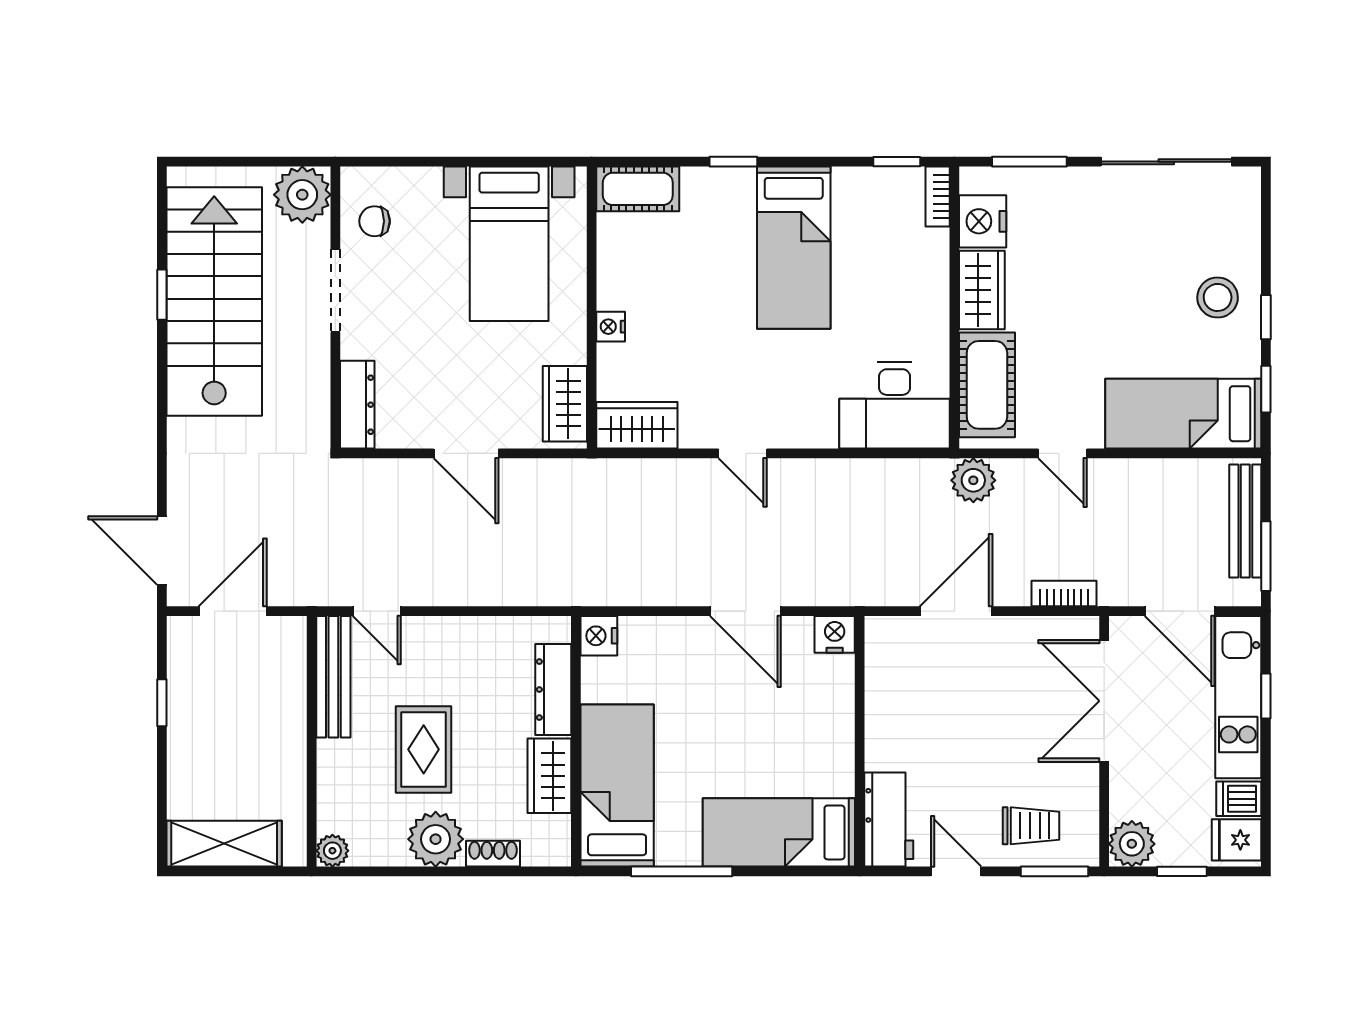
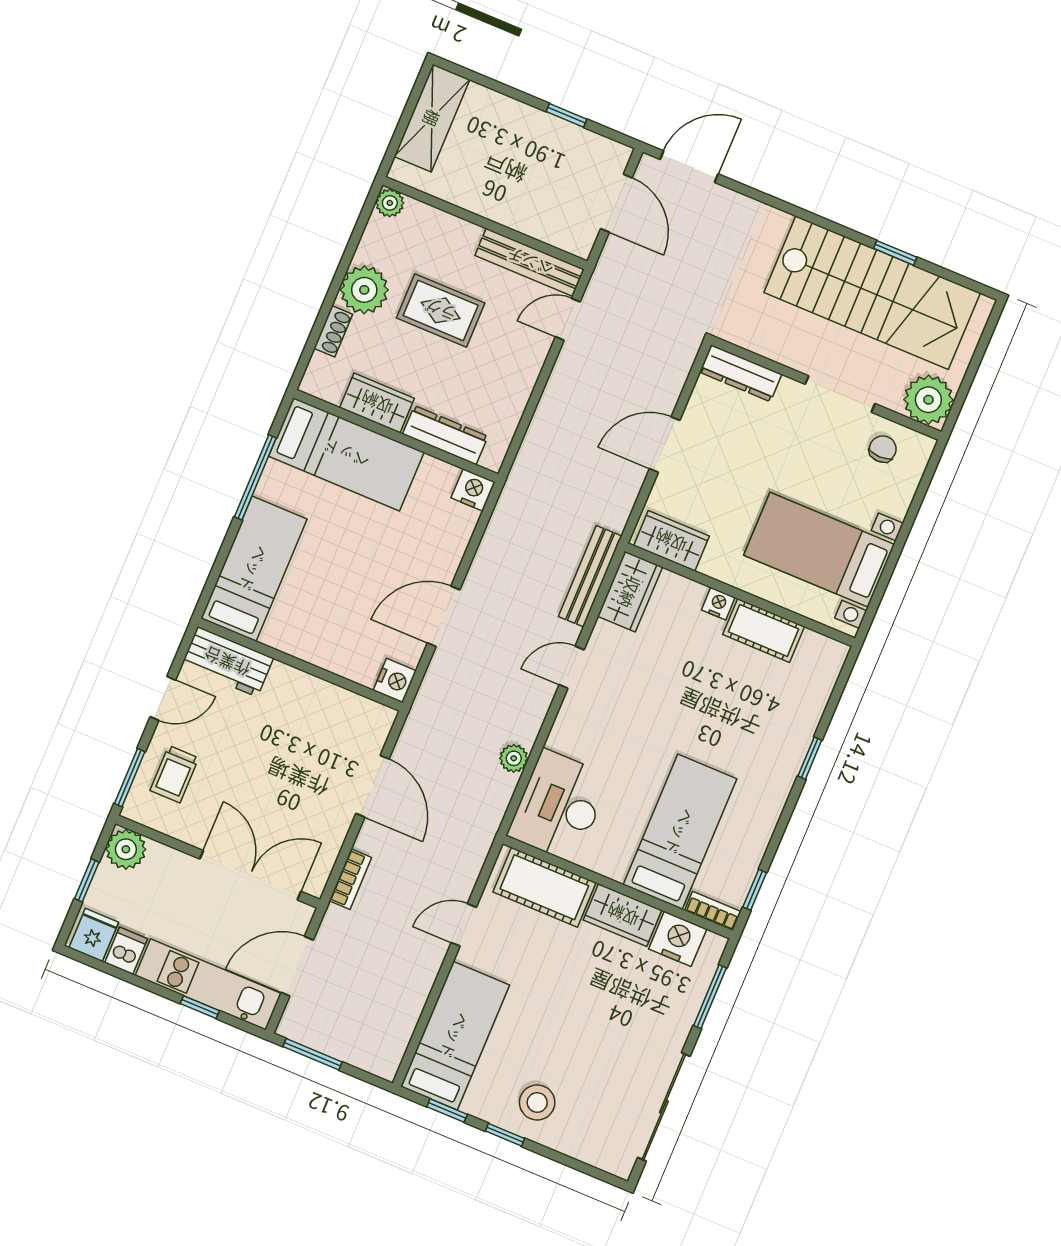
cot: (638, 189) -> (764, 630), moved, turned 90
bed: (794, 248) -> (680, 832), moved, turned 90
plant: (973, 480) -> (514, 758), moved, width x0.73, depth x0.73
bench: (1245, 521) -> (590, 576), moved, turned 90

